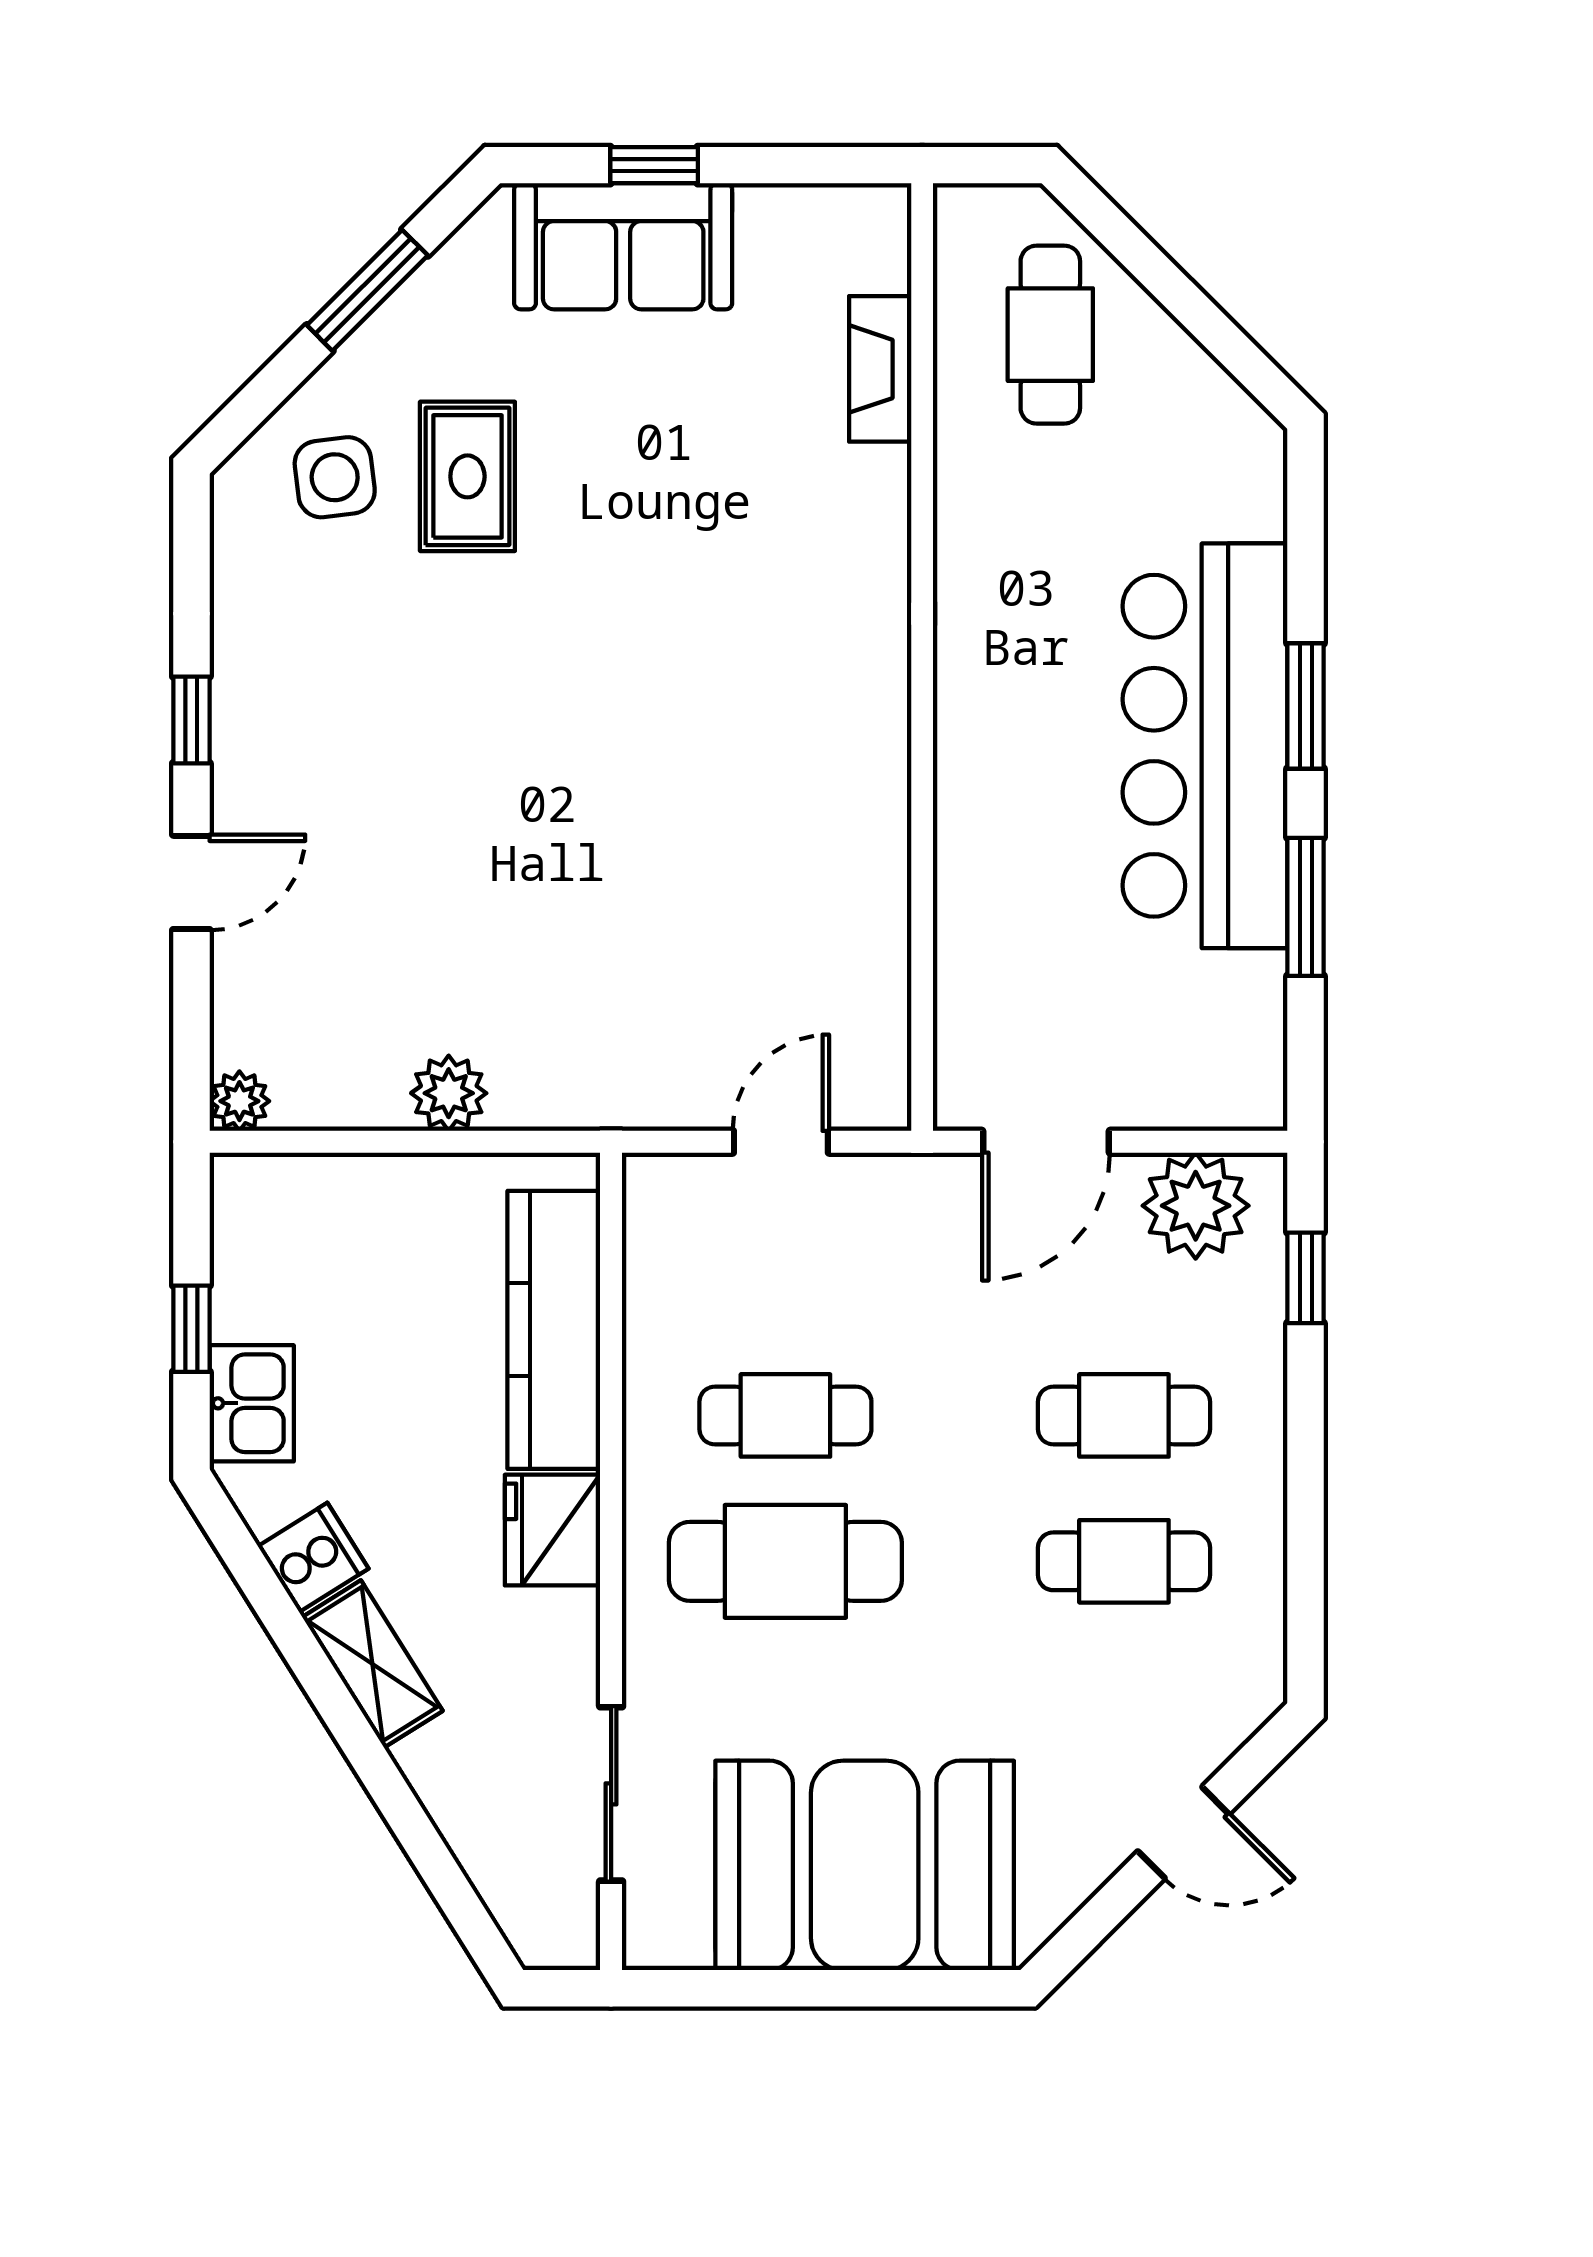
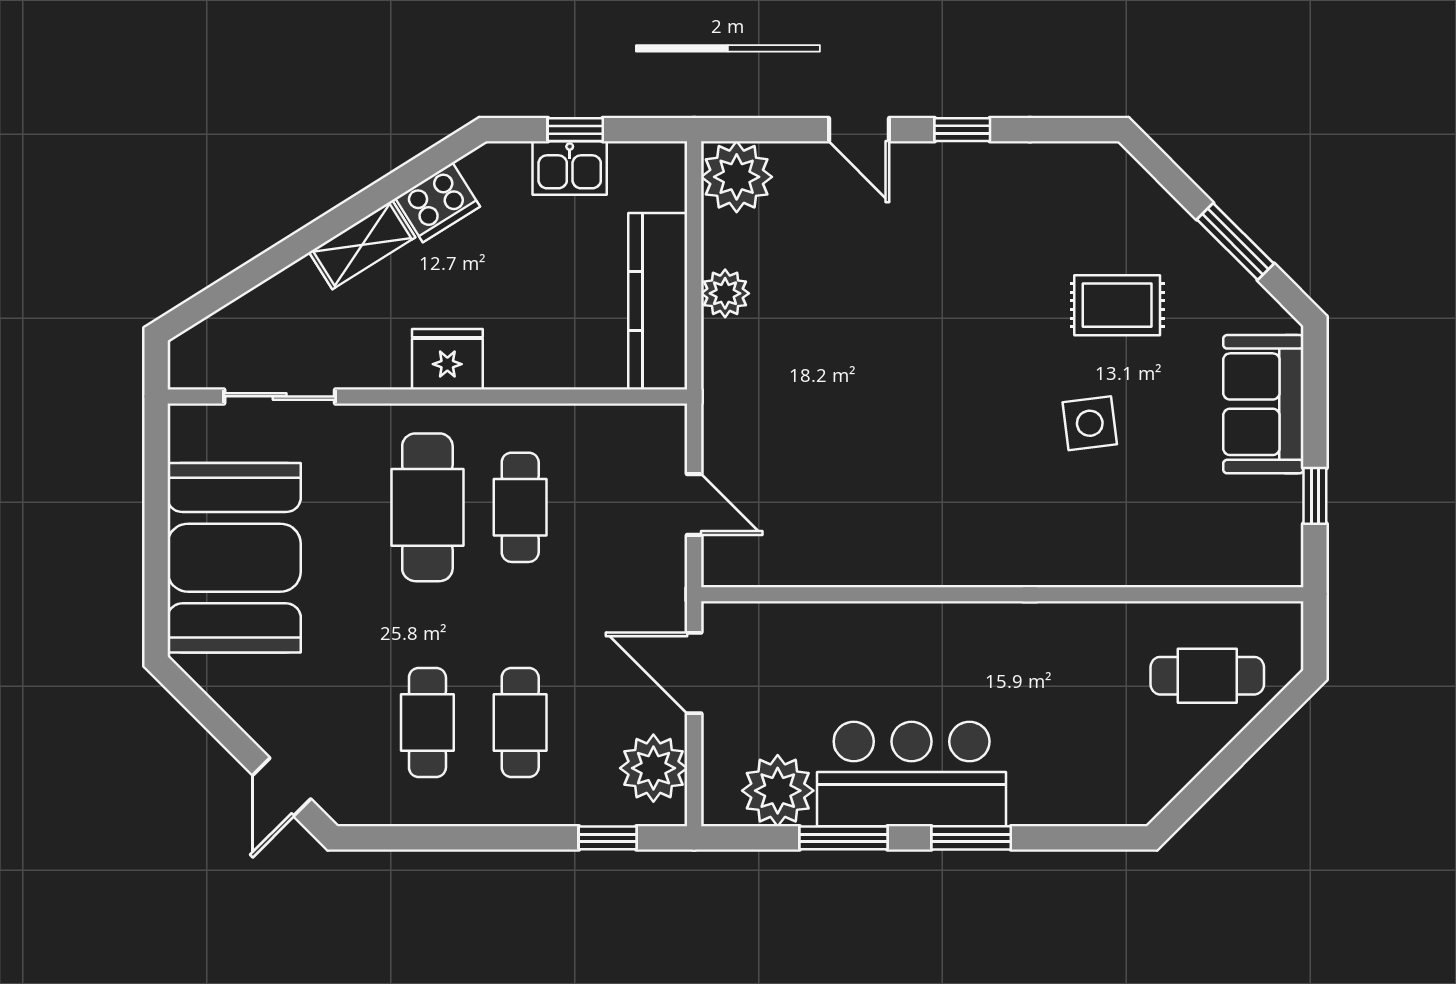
window: (654, 165) -> (1315, 496), moved
fireplace: (880, 369) -> (1185, 568), removed
side table: (335, 477) -> (1090, 423), moved
bar counter: (1205, 746) -> (912, 774), width x0.73
plant: (1231, 1010) -> (778, 791), added
plant: (239, 1101) -> (737, 177), width x1.87, depth x1.87
kitchen counter: (554, 1330) -> (658, 301), moved, turned -90
kitchen sink: (252, 1403) -> (570, 168), moved
cooker: (313, 1557) -> (438, 202), width x1.36
door: (1183, 1833) -> (282, 787), moved

